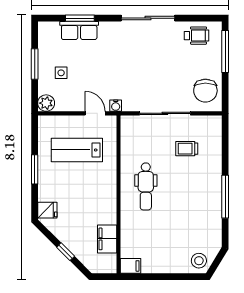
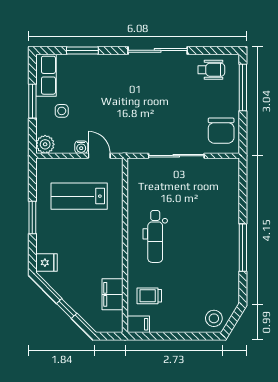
row of seats: (79, 30) -> (46, 75), moved, turned -90
water cooler: (116, 106) -> (81, 147), moved
trolley: (187, 149) -> (149, 296), moved

